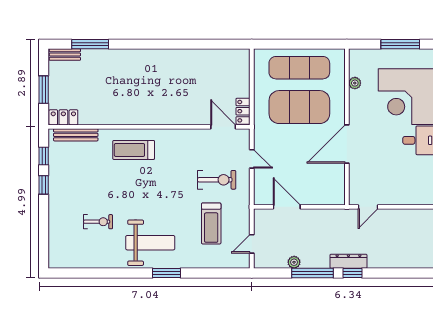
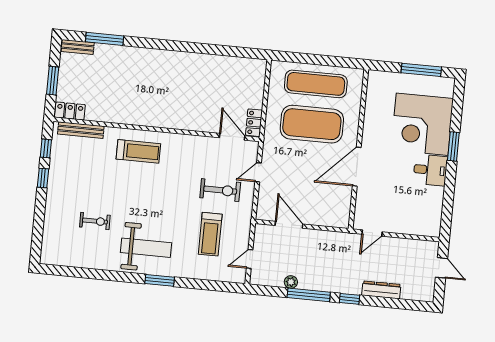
plant: (355, 83) -> (371, 105), removed
treadmill: (134, 150) -> (138, 151), turned 180
door: (252, 159) -> (258, 172), swing flipped
dresser: (348, 261) -> (381, 290), moved

